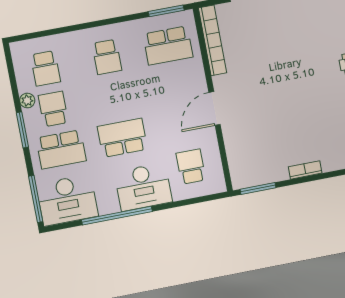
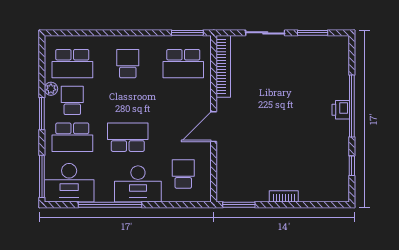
school desk: (107, 57) -> (128, 64), turned 180
school desk: (46, 68) -> (72, 64), width x1.85

